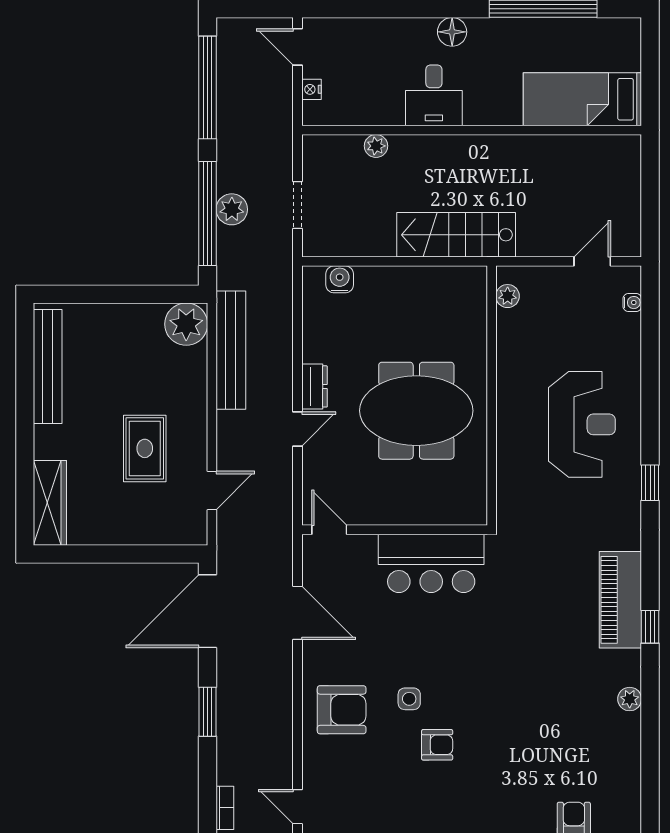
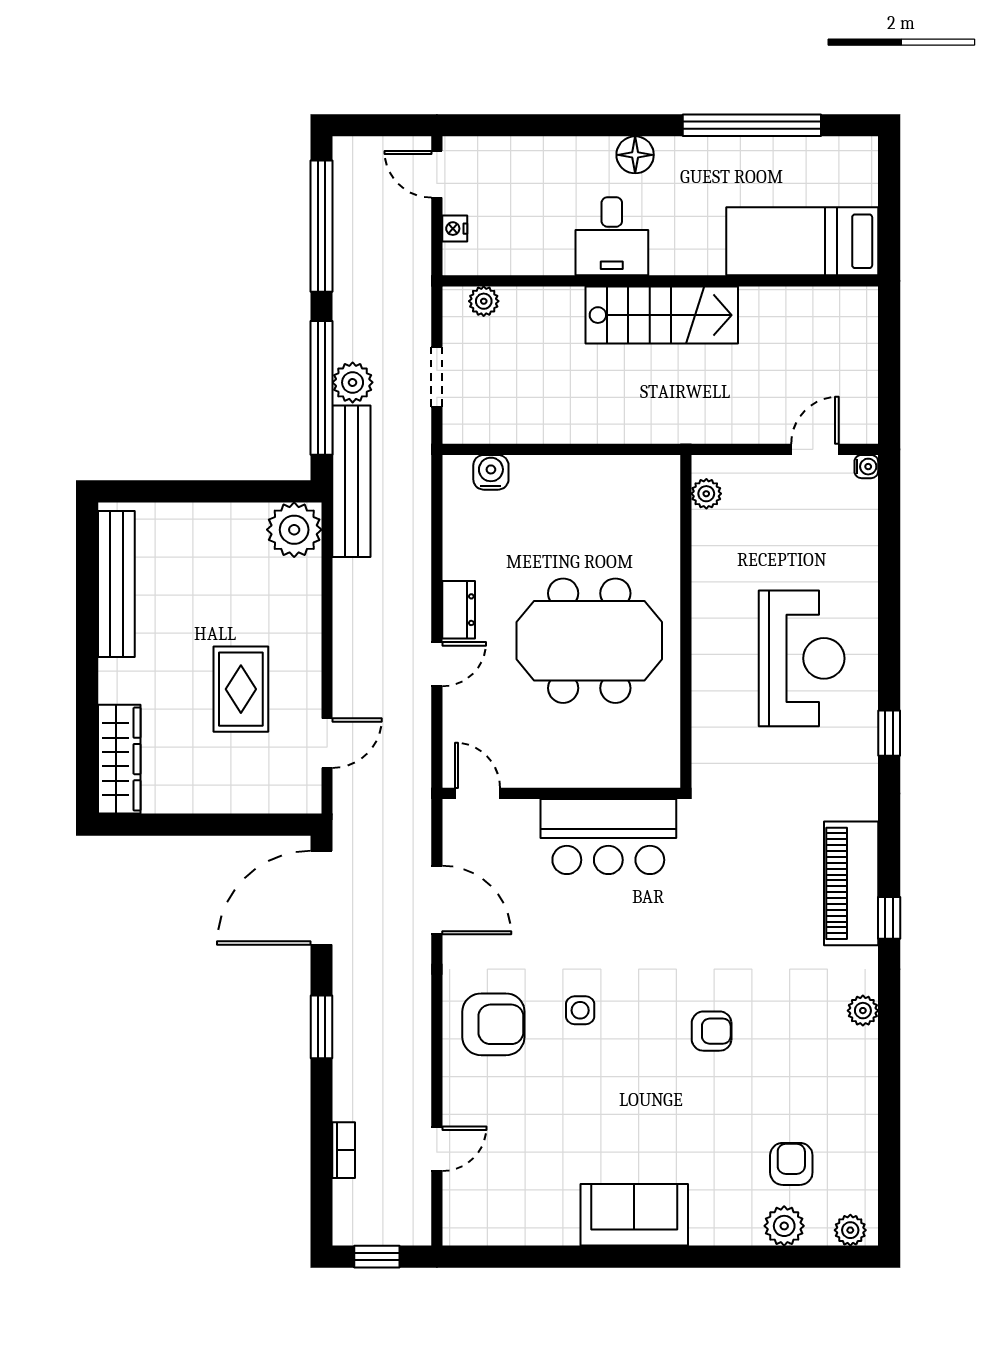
plant: (376, 146) -> (484, 301), moved
stairs: (456, 235) -> (662, 315), moved, turned 180
water cooler: (632, 303) -> (866, 467), moved
bench: (231, 350) -> (351, 481), moved
armchair: (437, 745) -> (712, 1031), moved
door: (297, 807) -> (437, 1149), swing flipped

